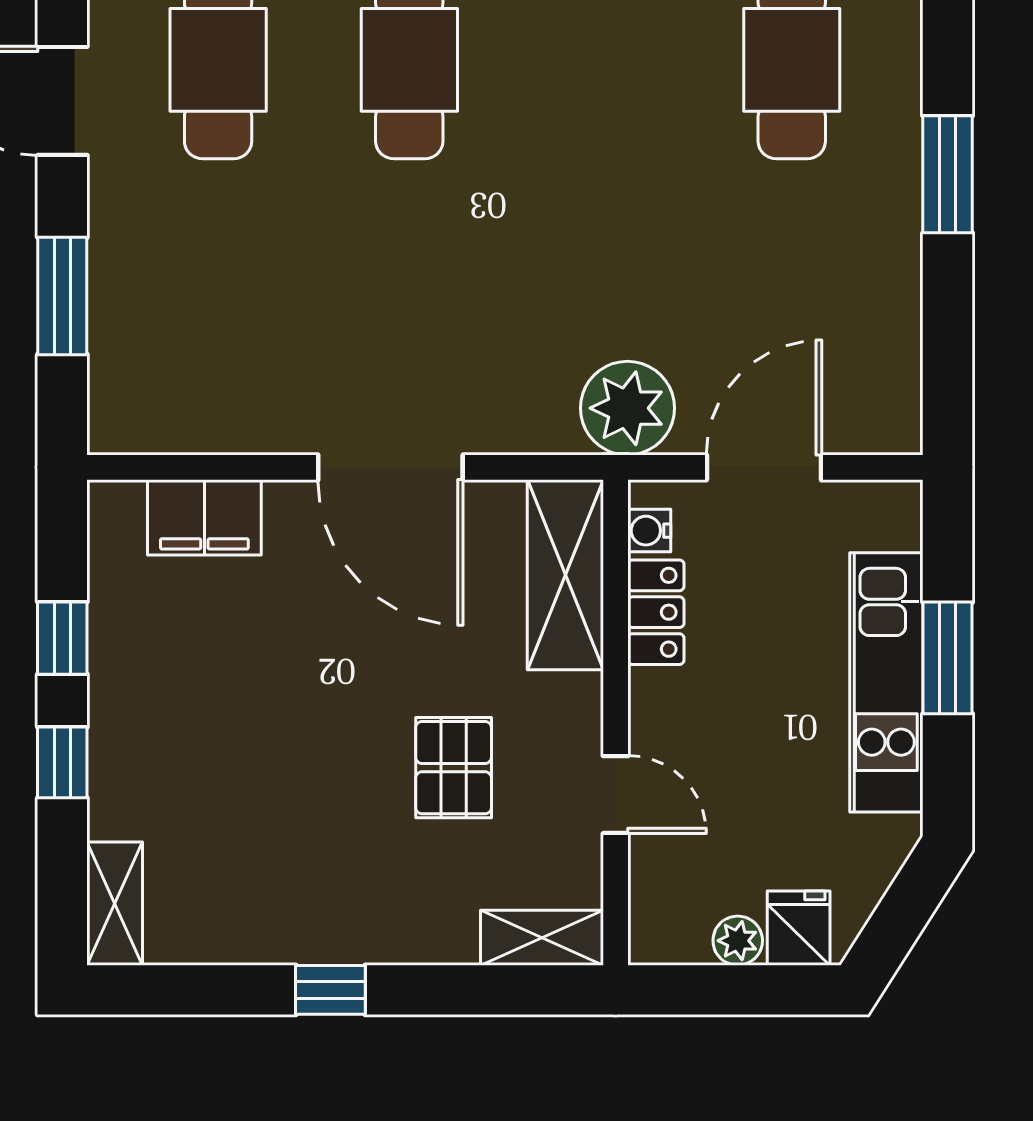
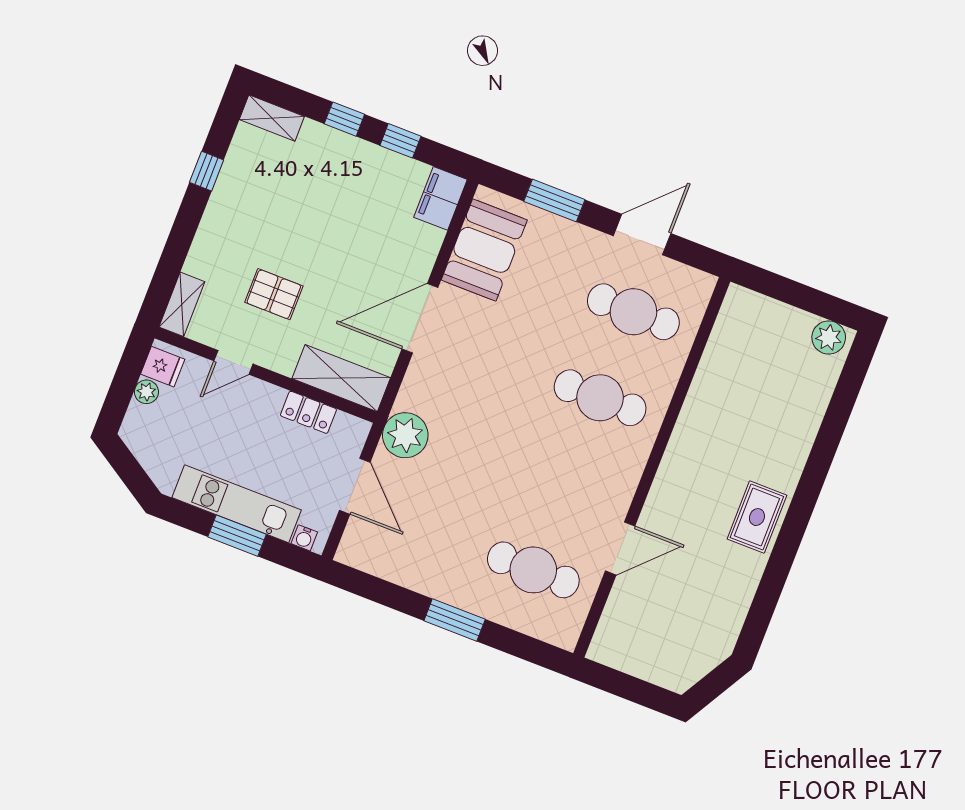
booth: (210, 394) -> (484, 250), added
filing cabinet: (204, 517) -> (441, 198), moved
water cooler: (649, 531) -> (304, 538), moved, turned 180
fridge: (799, 928) -> (163, 367), moved
window: (330, 990) -> (207, 171), moved

